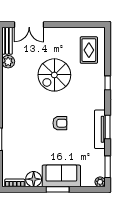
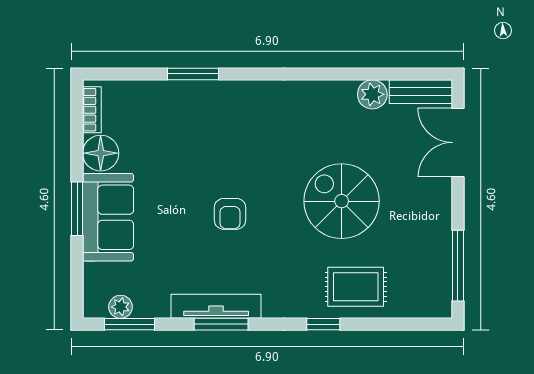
window: (82, 25) -> (458, 266), added
rug: (89, 50) -> (356, 287), moved
plant: (100, 182) -> (121, 307), moved

